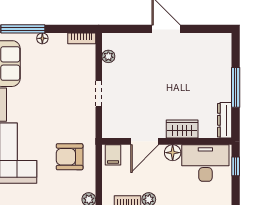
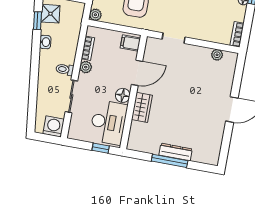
doorway: (99, 94) -> (174, 38), moved
dresser: (225, 120) -> (176, 152), moved
door: (145, 141) -> (137, 73), swing flipped

